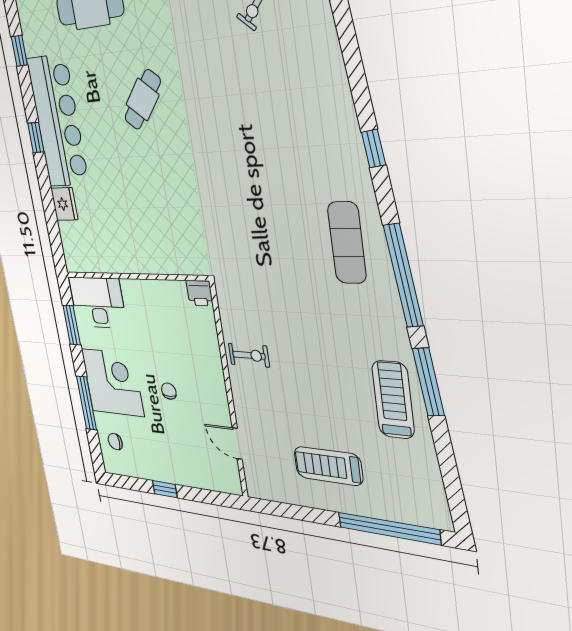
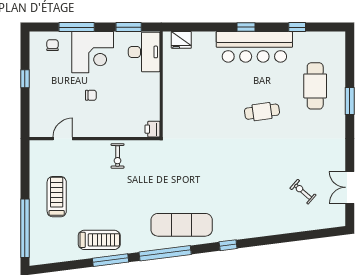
cafe table: (143, 100) -> (262, 112), turned -47
fridge: (64, 204) -> (181, 40), moved
exercise mat: (347, 243) -> (182, 225), width x1.36, depth x1.45

